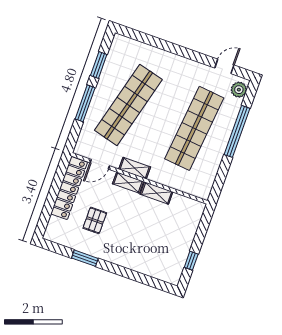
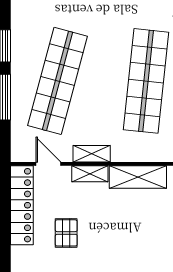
door: (100, 164) -> (48, 164), swing flipped
shelving: (157, 193) -> (138, 177), width x1.50, depth x1.33

